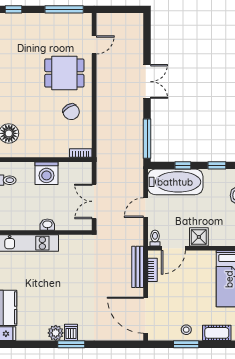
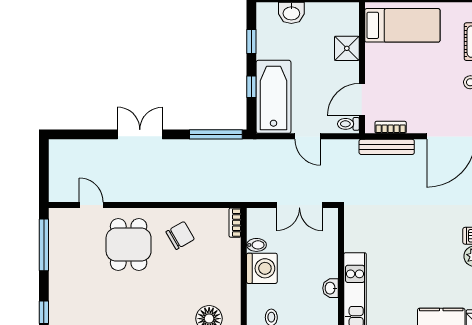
bidet: (64, 169) -> (256, 245), added
washbasin: (47, 225) -> (330, 288), moved
shower: (199, 237) -> (347, 48), moved
door: (173, 248) -> (362, 99), swing flipped

